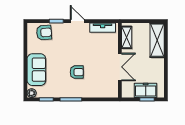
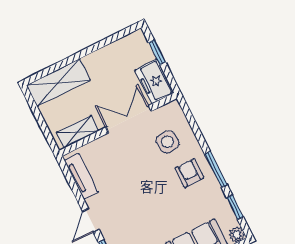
armchair: (77, 72) -> (189, 173), moved
side table: (98, 81) -> (168, 142), added
freezer: (146, 90) -> (154, 81), moved

